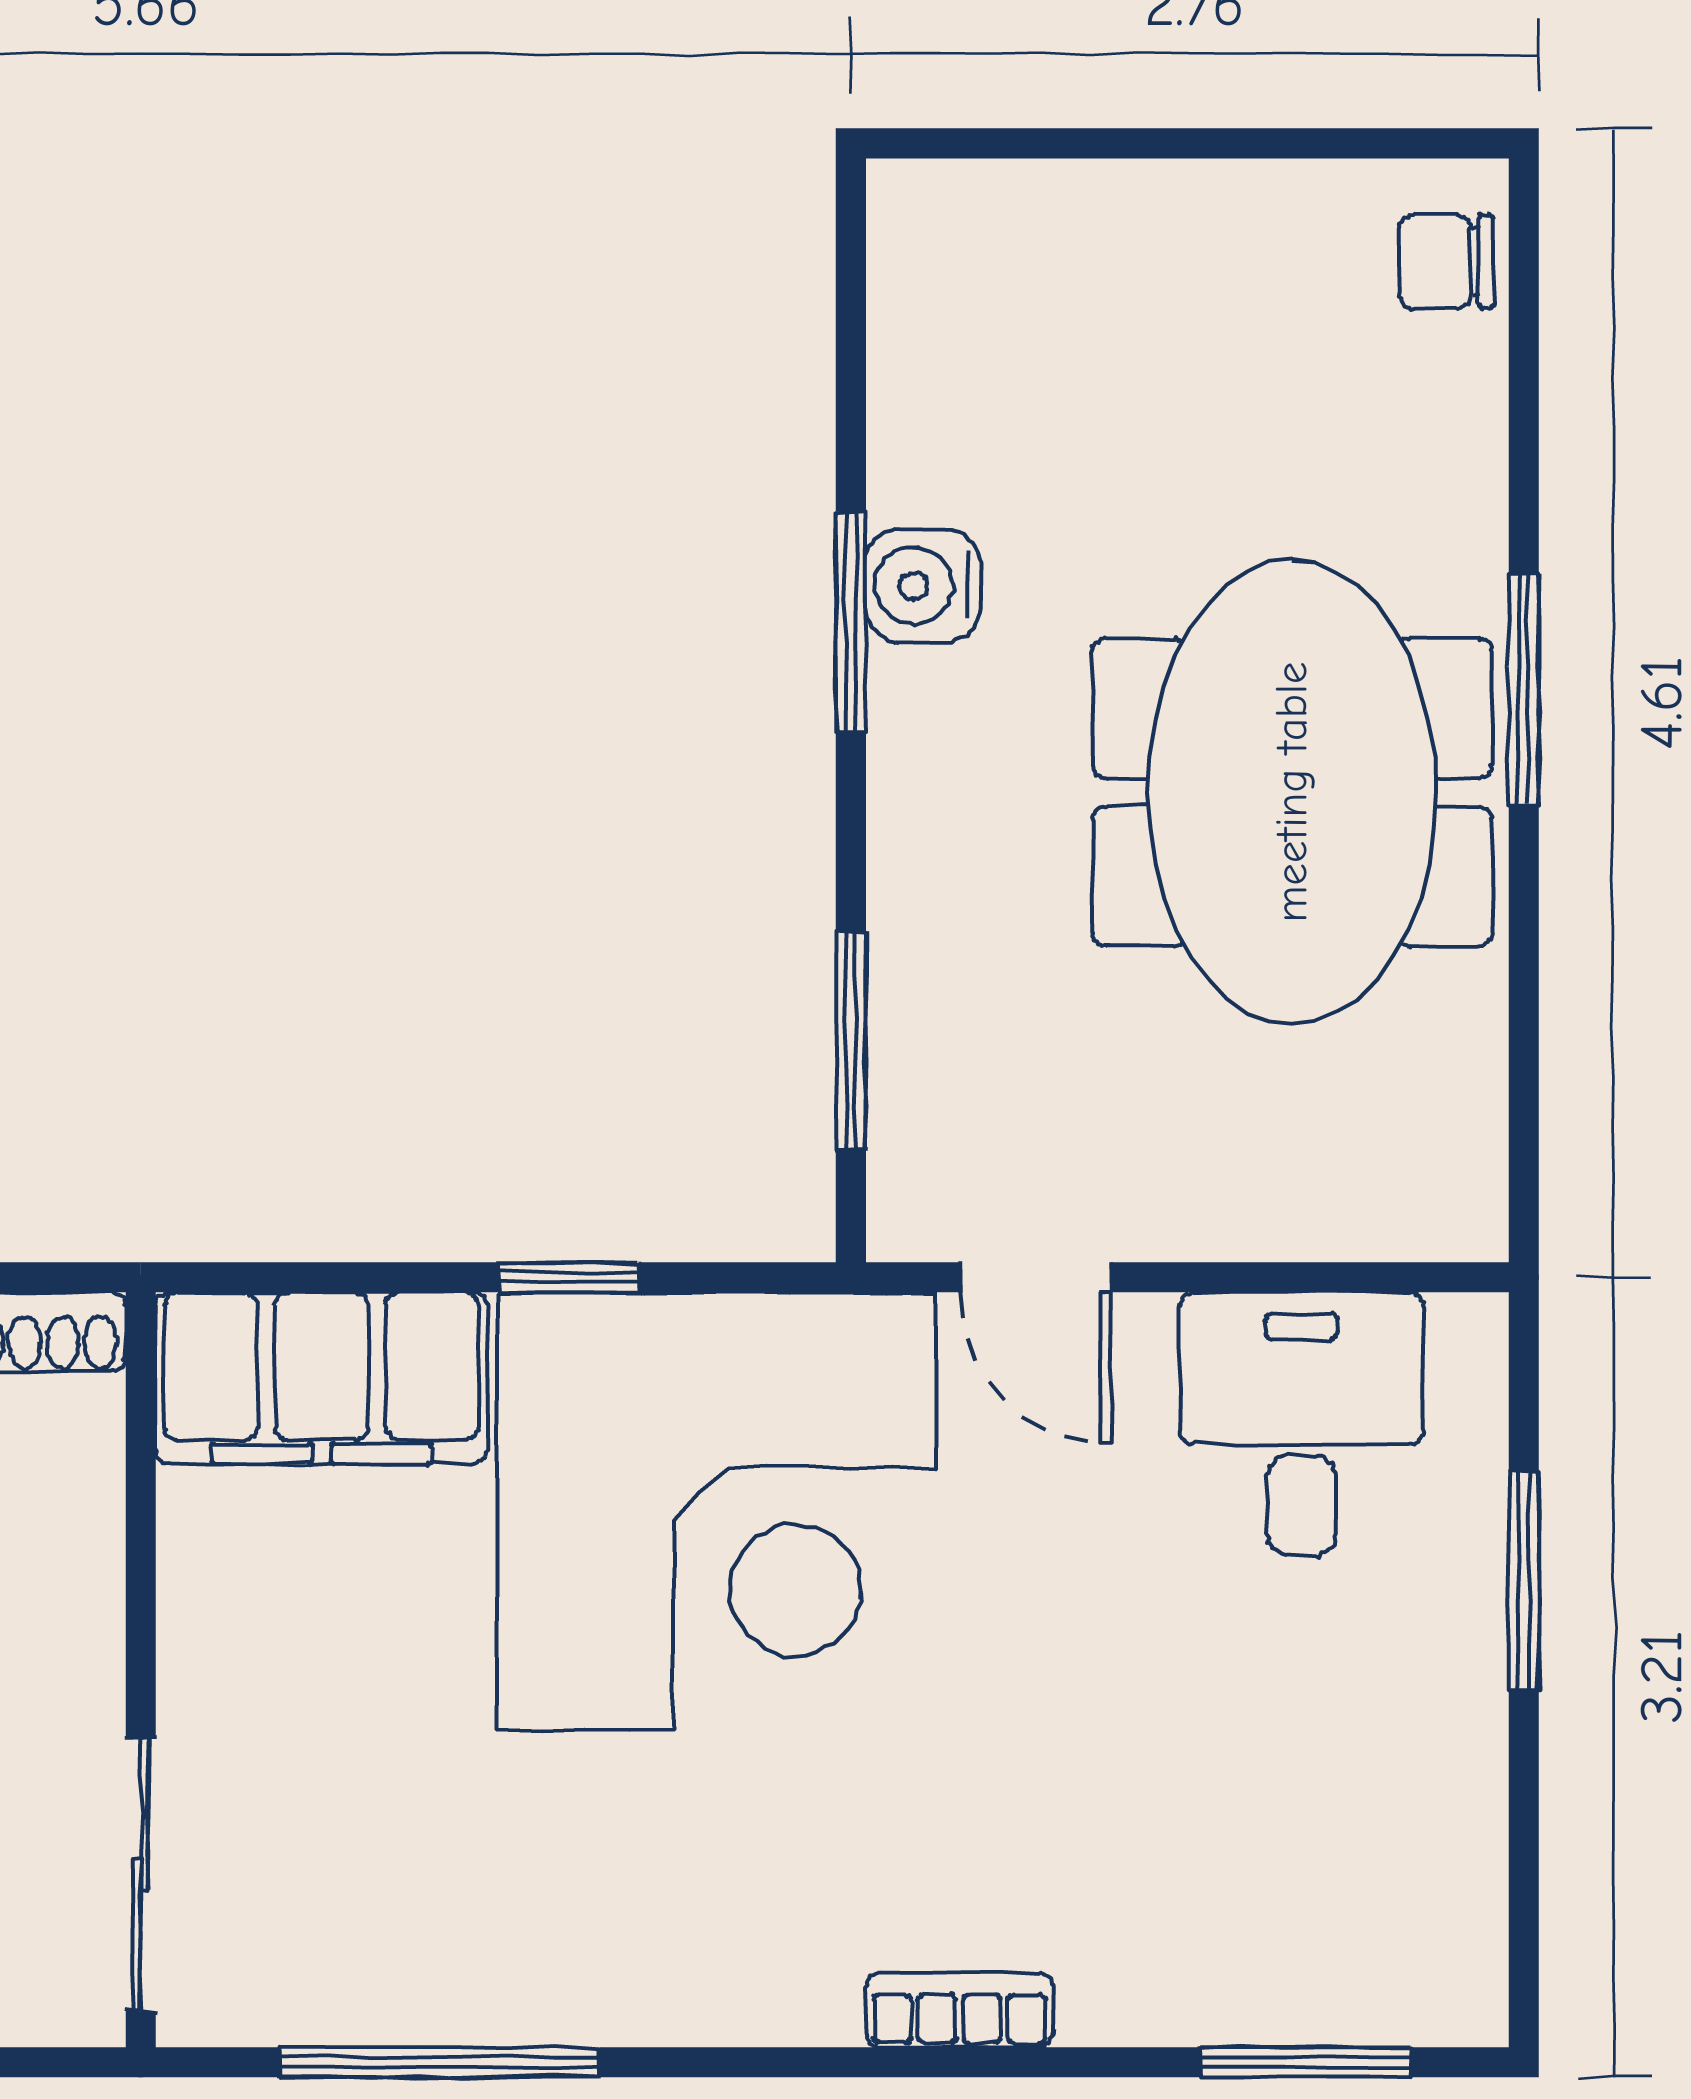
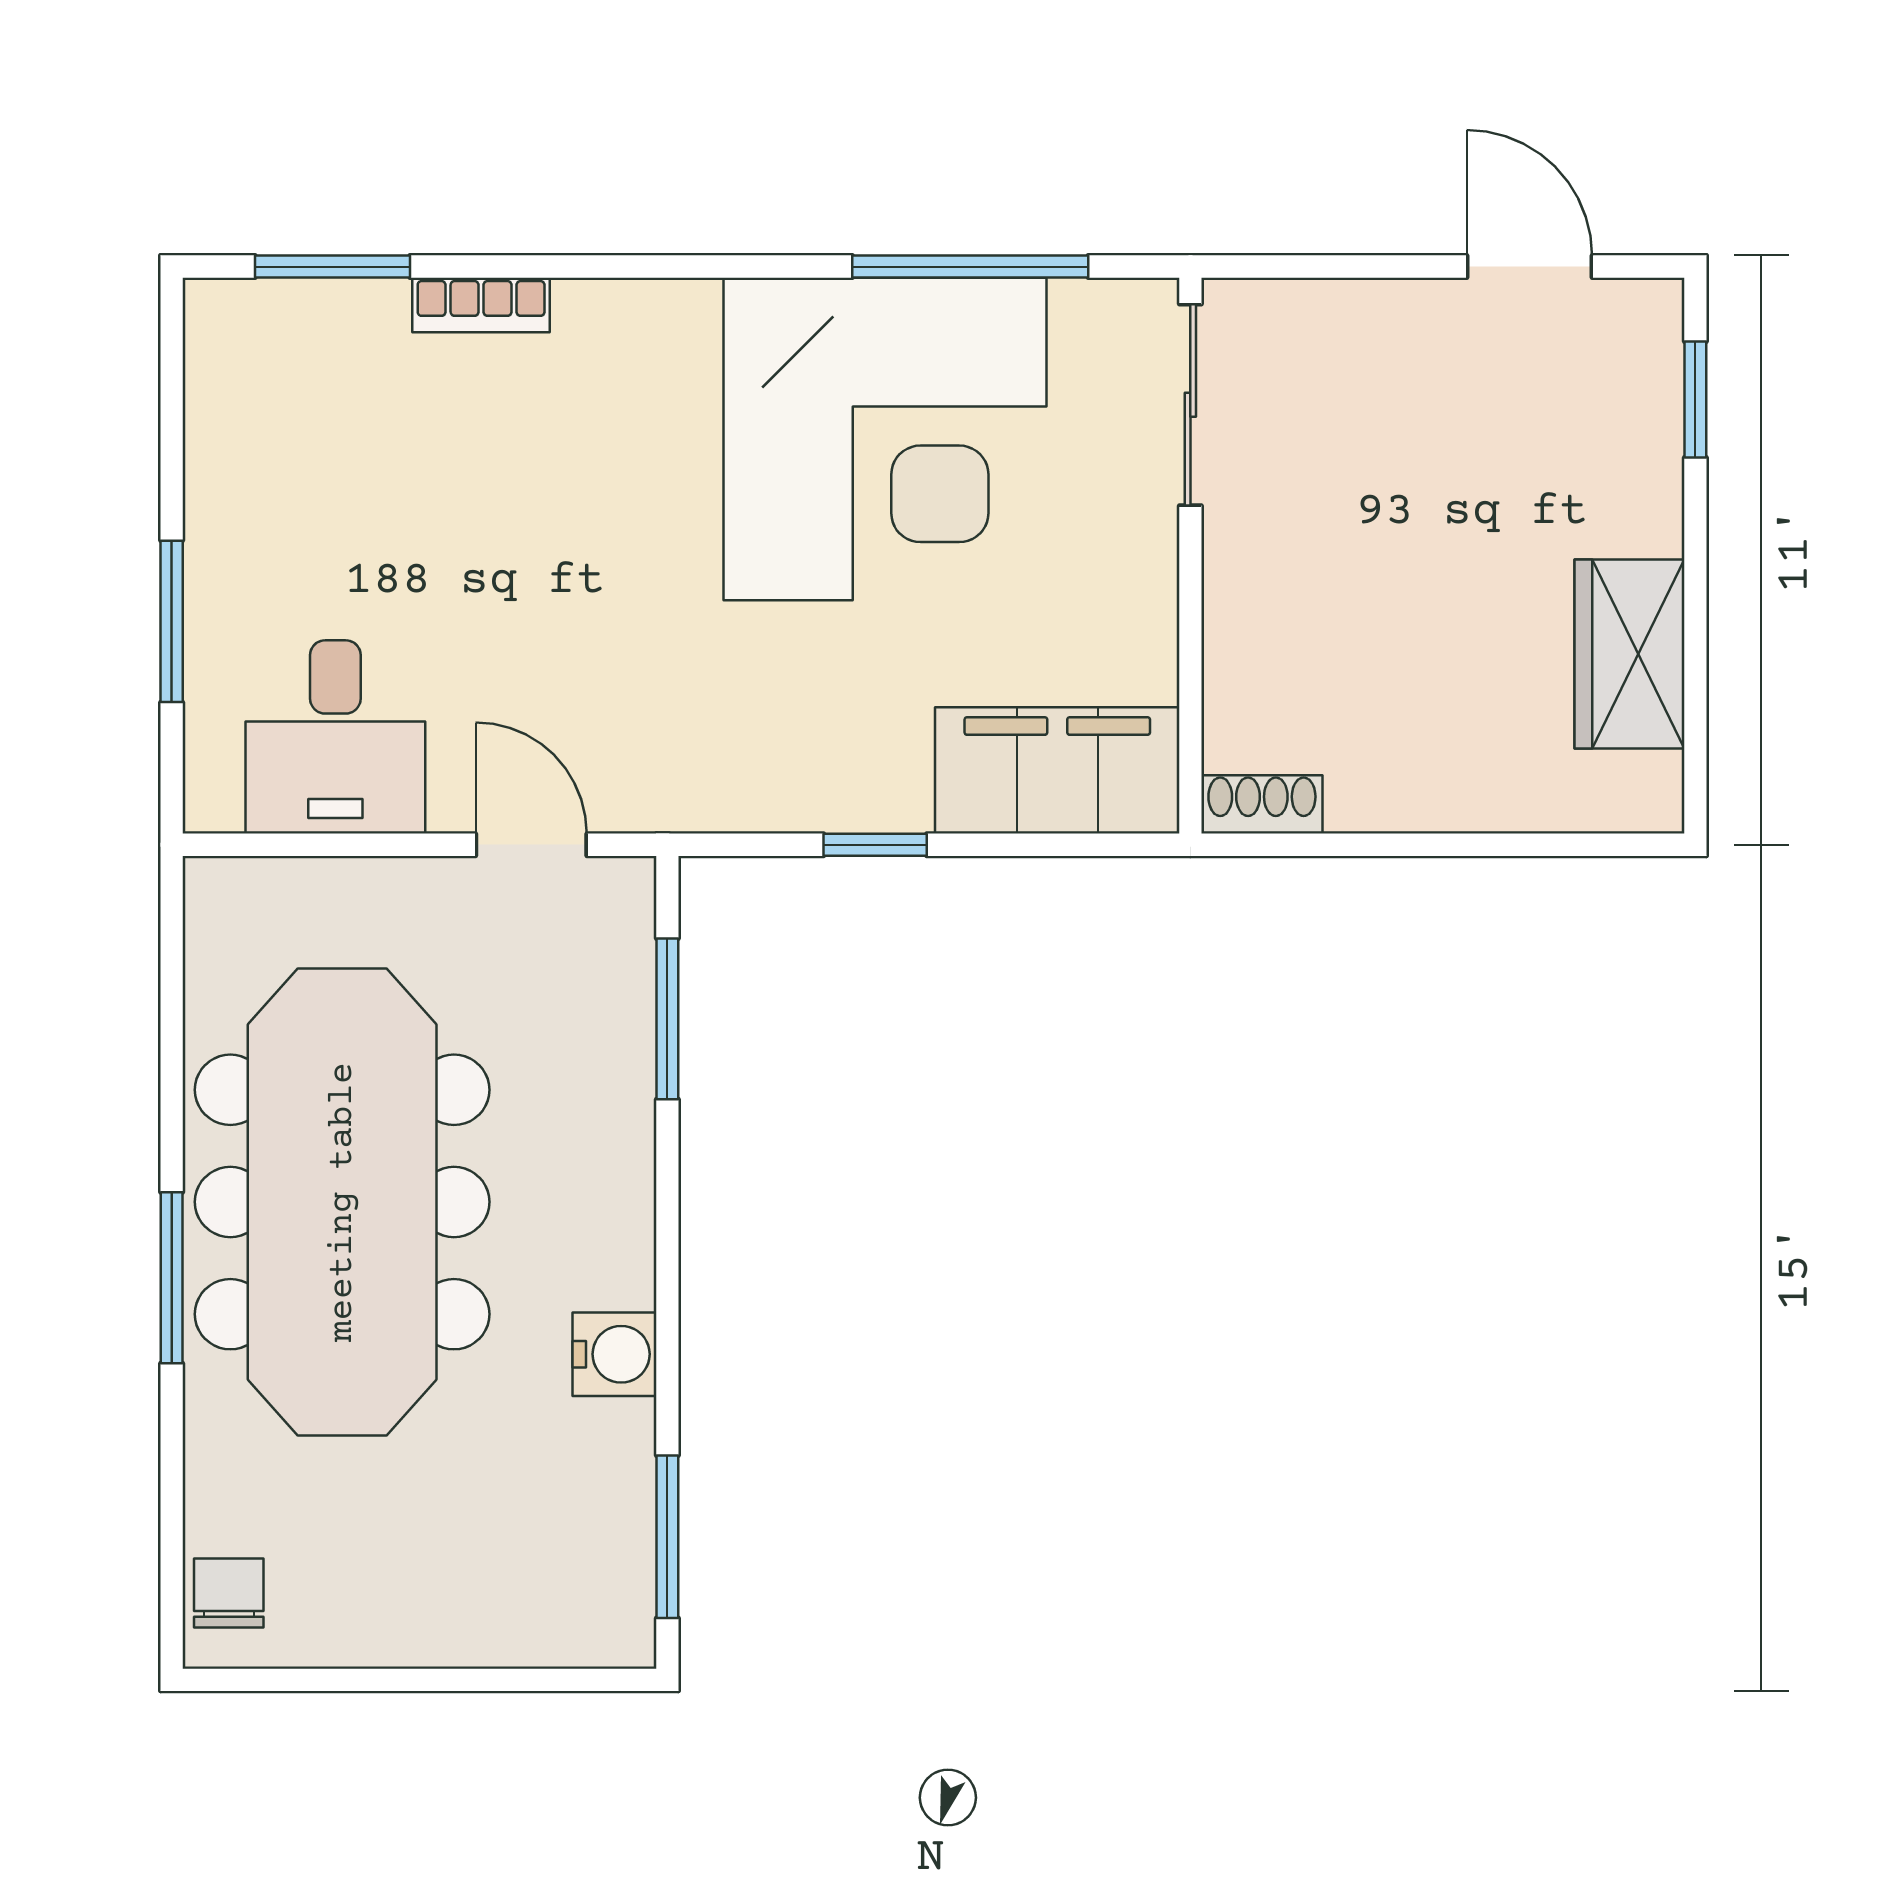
chair: (1446, 261) -> (229, 1593), turned -90
window: (851, 622) -> (667, 1537), moved
meeting table: (1292, 792) -> (342, 1202), width x1.36
corner desk: (716, 1511) -> (885, 439), moved, turned 180
bookcase: (959, 2010) -> (481, 305), moved

